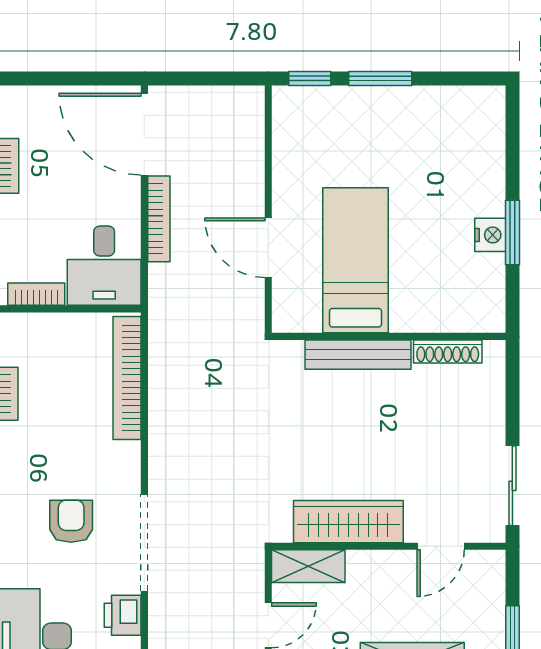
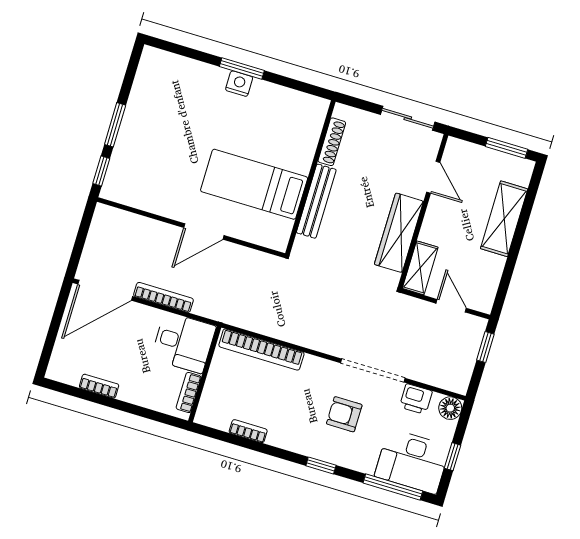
bed: (355, 260) -> (254, 184), moved
wall: (389, 336) -> (310, 177), moved
shoe rack: (448, 351) -> (332, 142), moved
bench: (358, 355) -> (316, 201), moved

